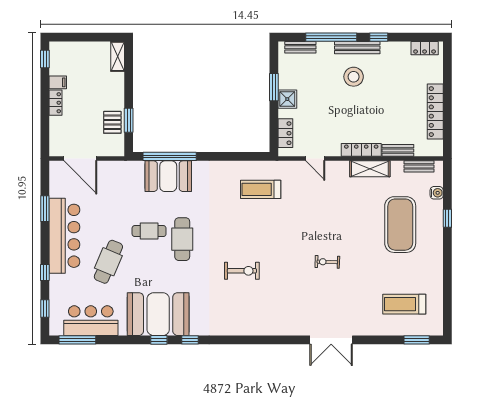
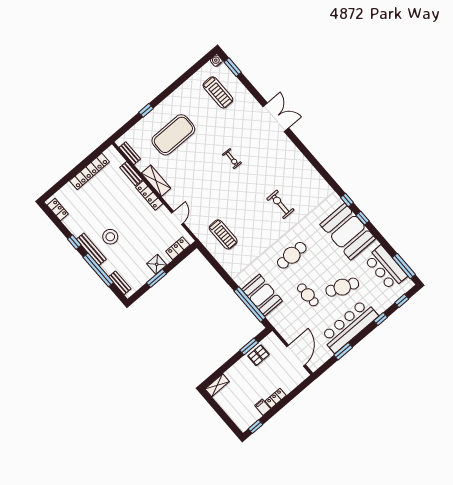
water cooler: (437, 193) -> (216, 61), moved
cafe table: (149, 231) -> (308, 295), moved

